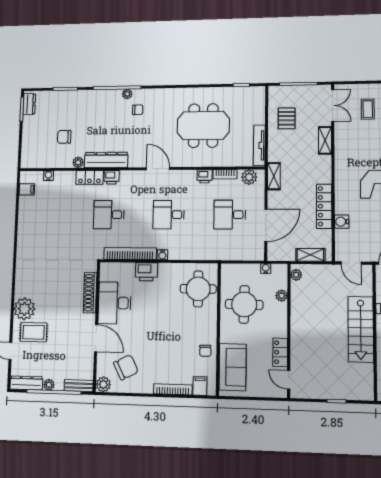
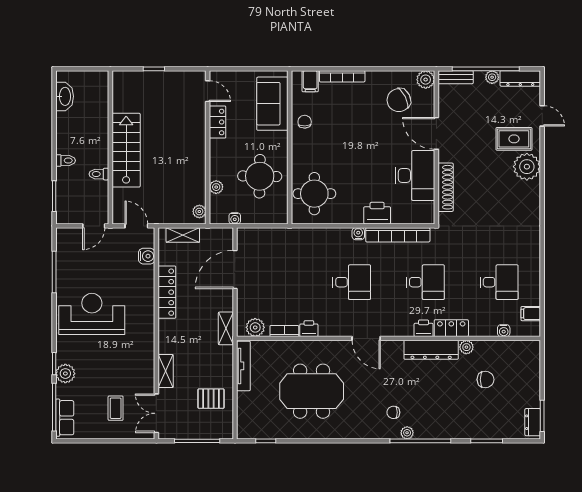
pallet: (287, 118) -> (211, 399), turned 90
desk: (230, 215) -> (499, 282), moved
water cooler: (342, 222) -> (147, 256), moved

